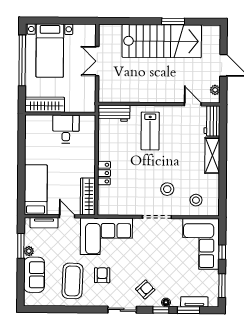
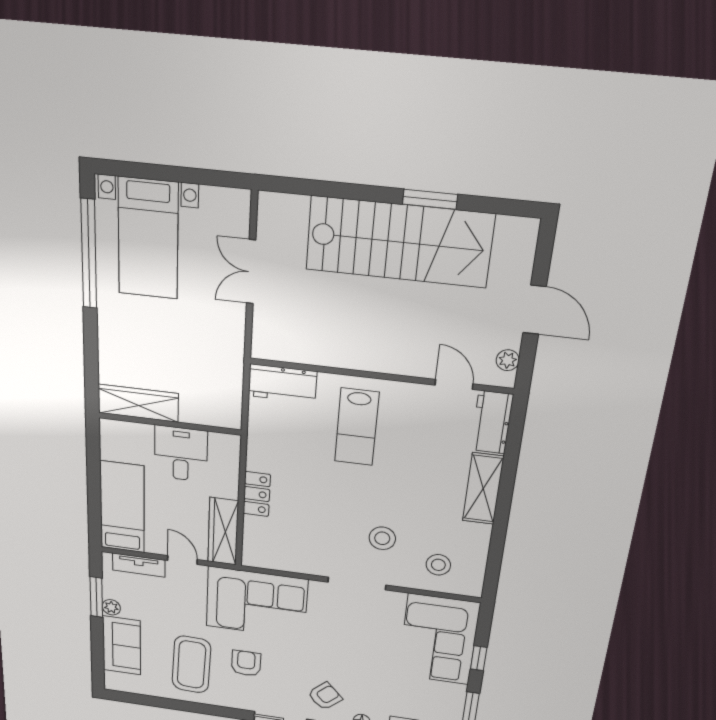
wardrobe: (45, 105) -> (138, 403), moved
wall: (60, 114) -> (170, 424), moved
desk: (66, 129) -> (181, 454), moved

